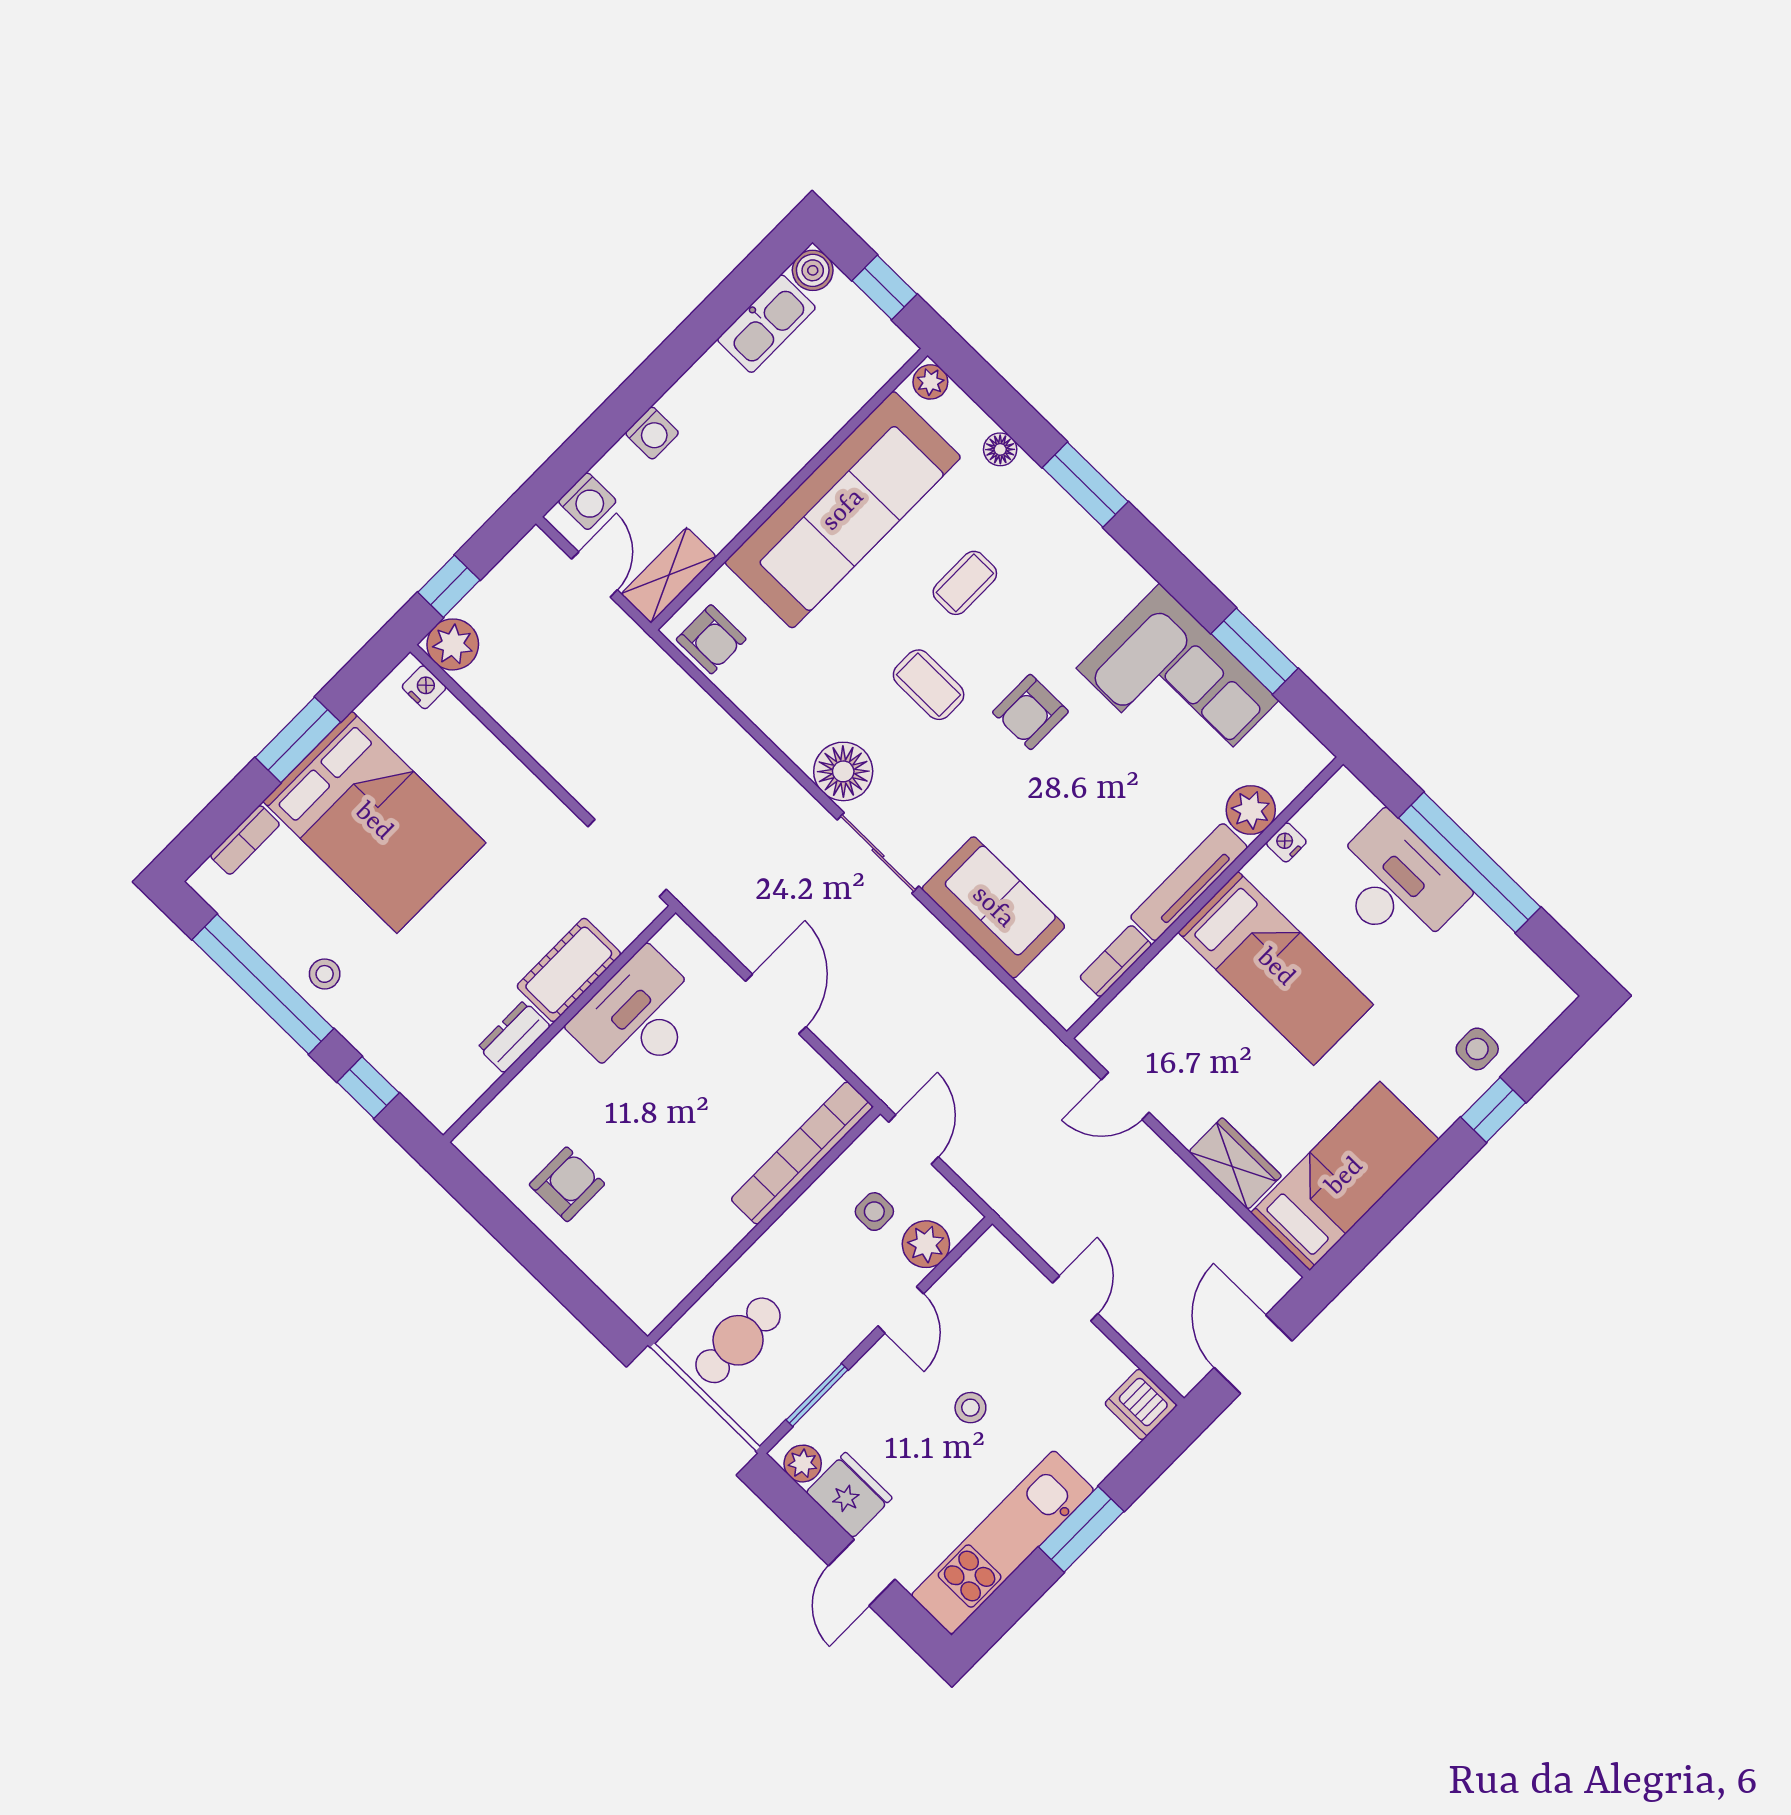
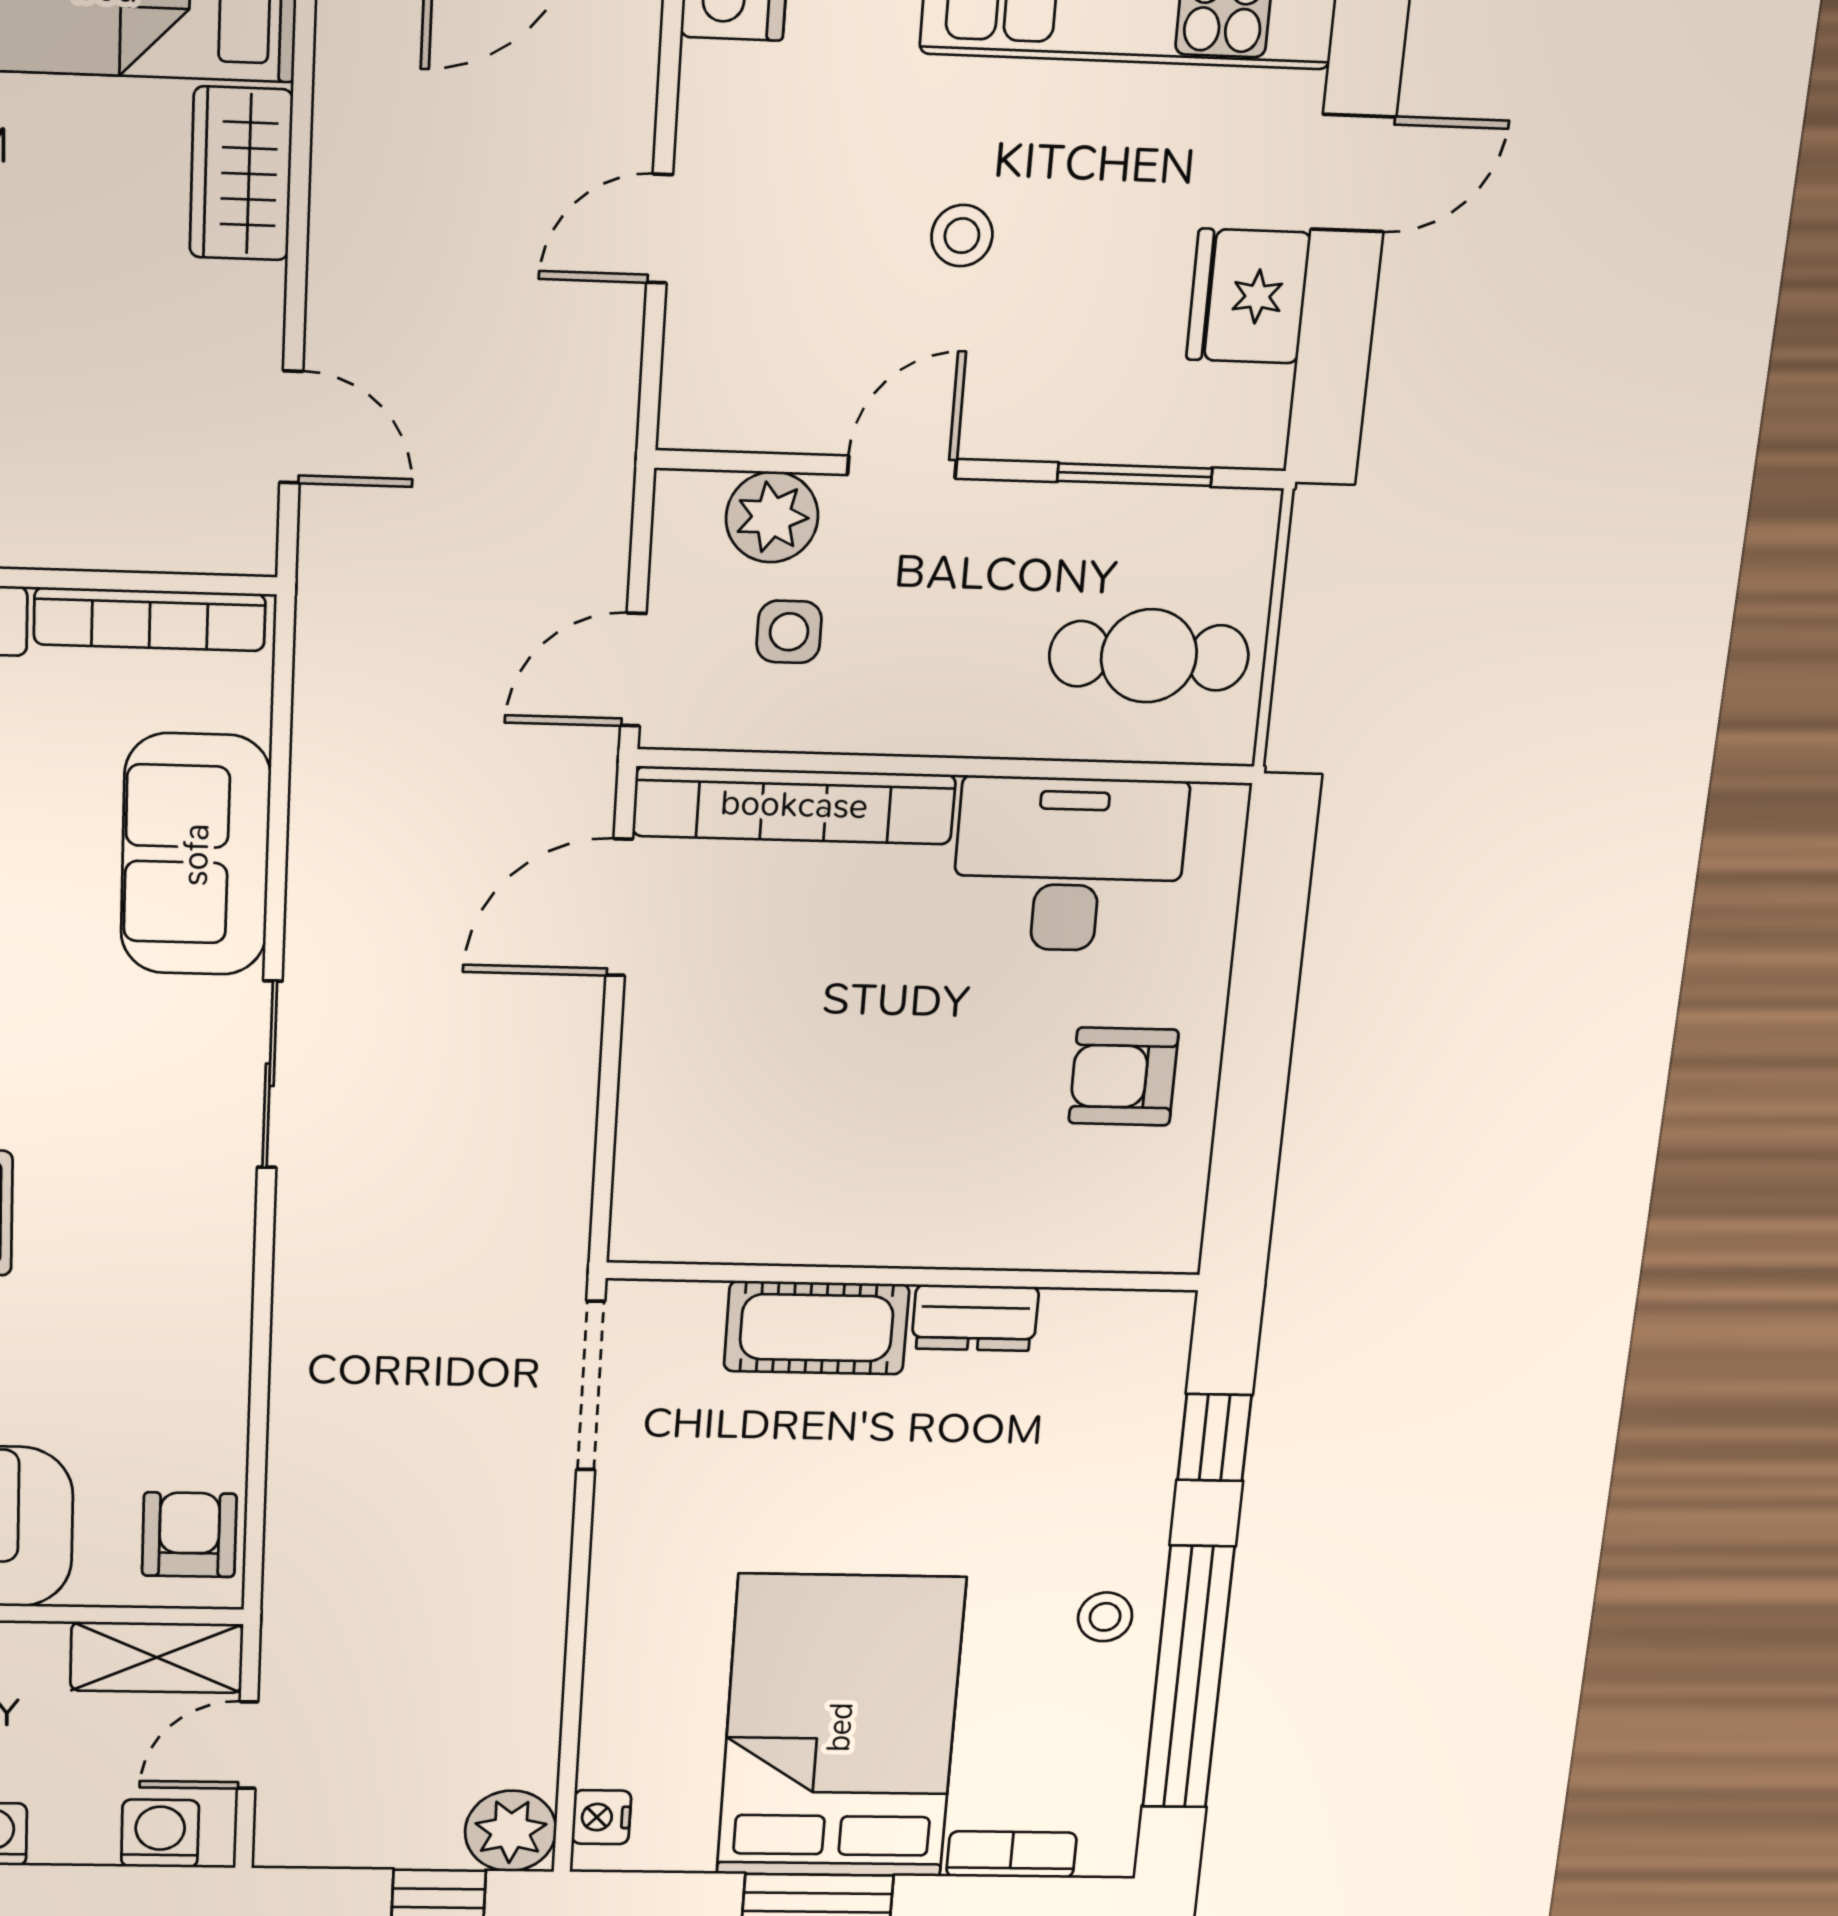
floor lamp: (843, 771) -> (201, 1218), removed
bookcase: (1116, 961) -> (150, 619), width x1.56
door: (776, 1004) -> (619, 907), moved
desk: (639, 1017) -> (1069, 864), moved, turned 180
plant: (803, 1464) -> (1257, 405), removed

